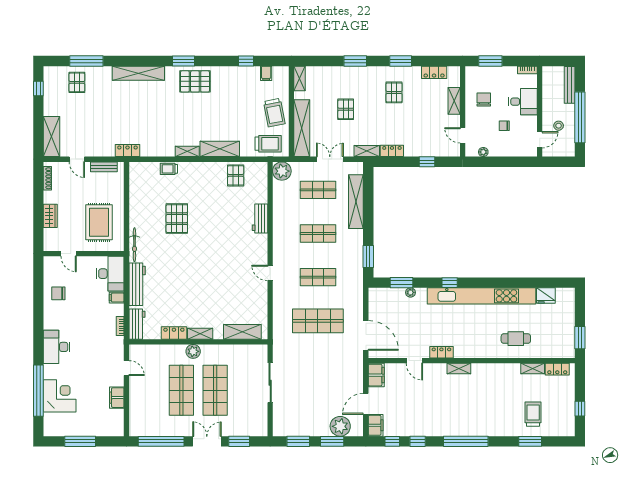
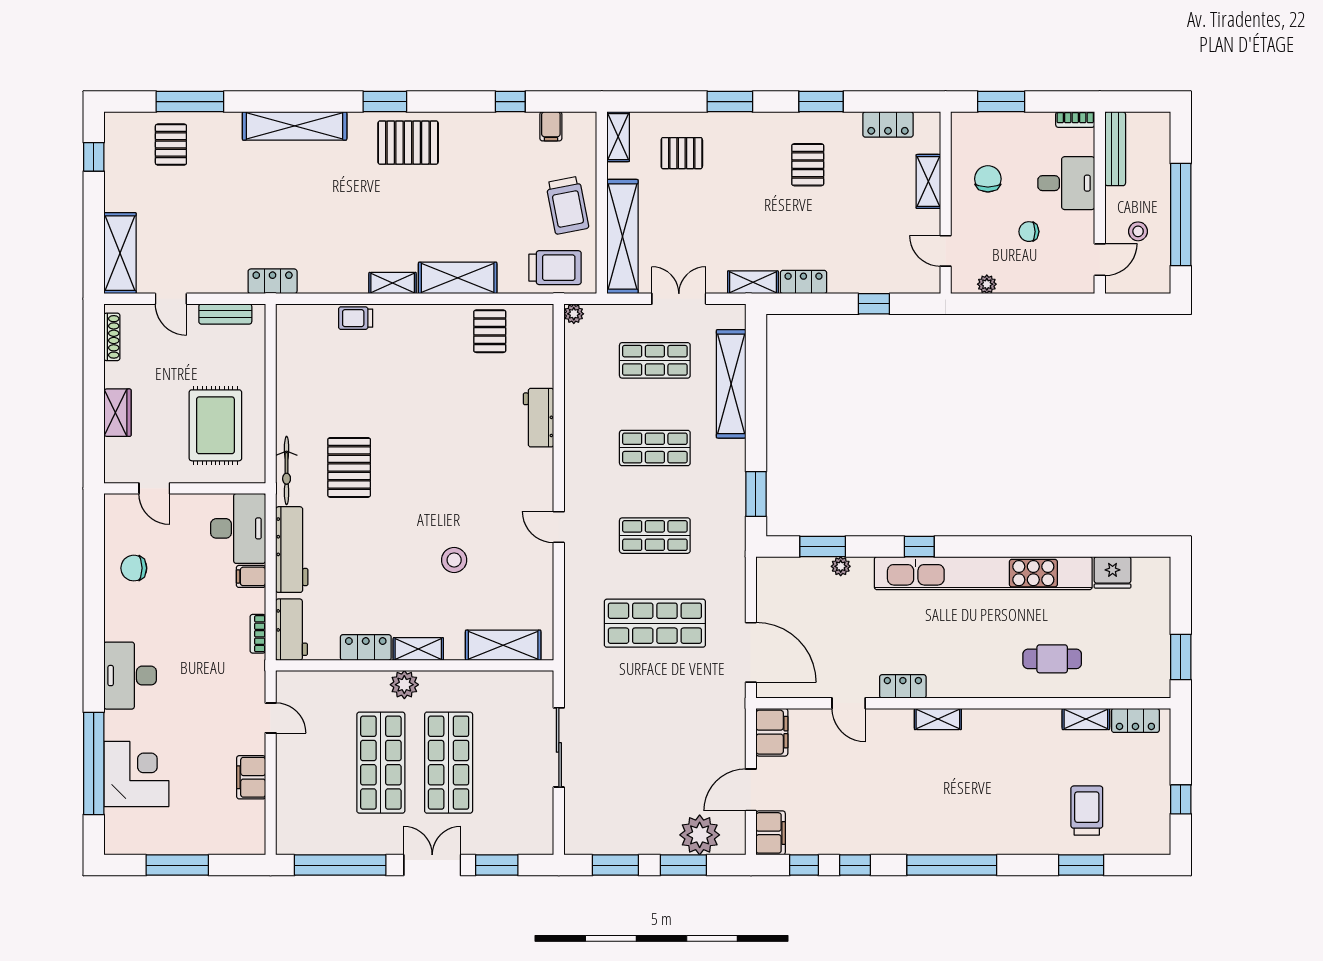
bench: (570, 85) -> (1115, 149), moved
pallet: (346, 109) -> (682, 153), moved, turned 90
plant: (282, 171) -> (574, 314), width x0.53, depth x0.53
pallet: (177, 219) -> (349, 467), moved
stool: (218, 289) -> (454, 560), added

